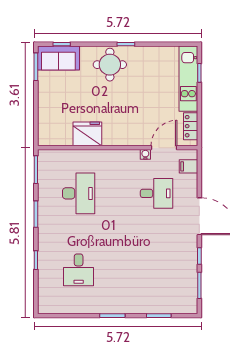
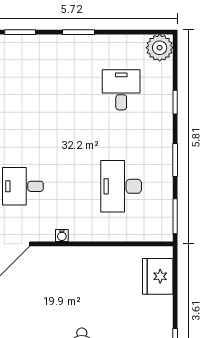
fridge: (87, 134) -> (158, 276), moved, turned 90
water cooler: (145, 154) -> (62, 235), moved
plant: (48, 303) -> (160, 48), added

